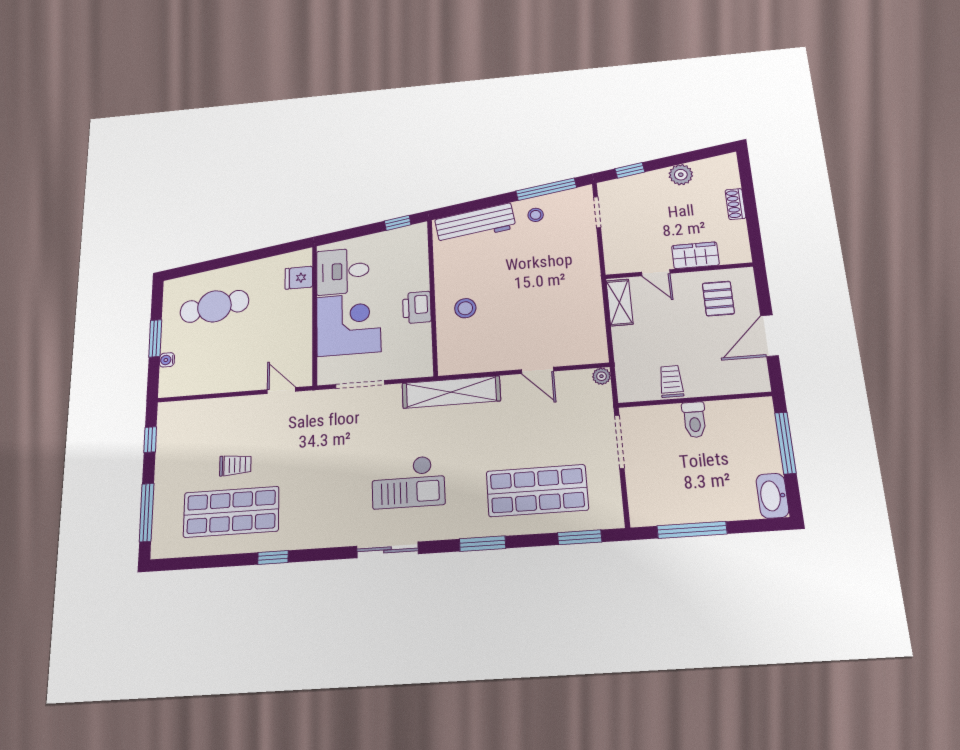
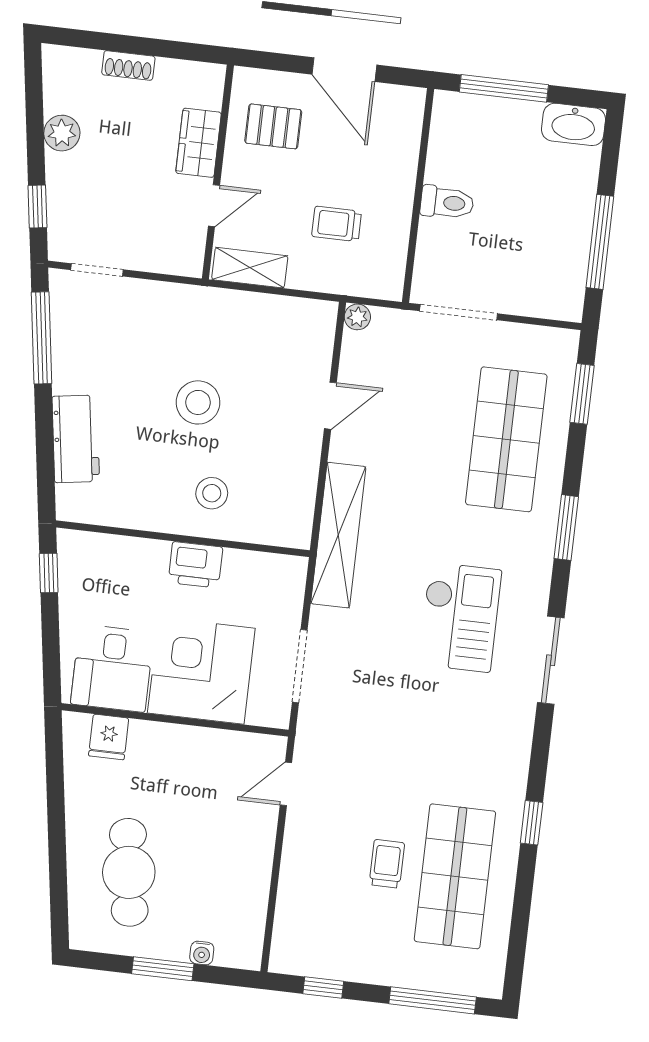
stool: (536, 215) -> (198, 402), moved, width x1.89, depth x1.89
workbench: (475, 224) -> (76, 439), width x0.73
trolley: (671, 381) -> (337, 224), moved

